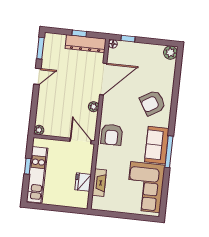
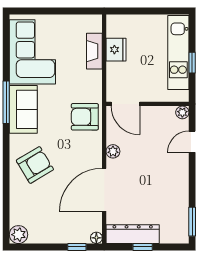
door: (37, 76) -> (192, 142), moved
armchair: (112, 135) -> (85, 117), turned -90

